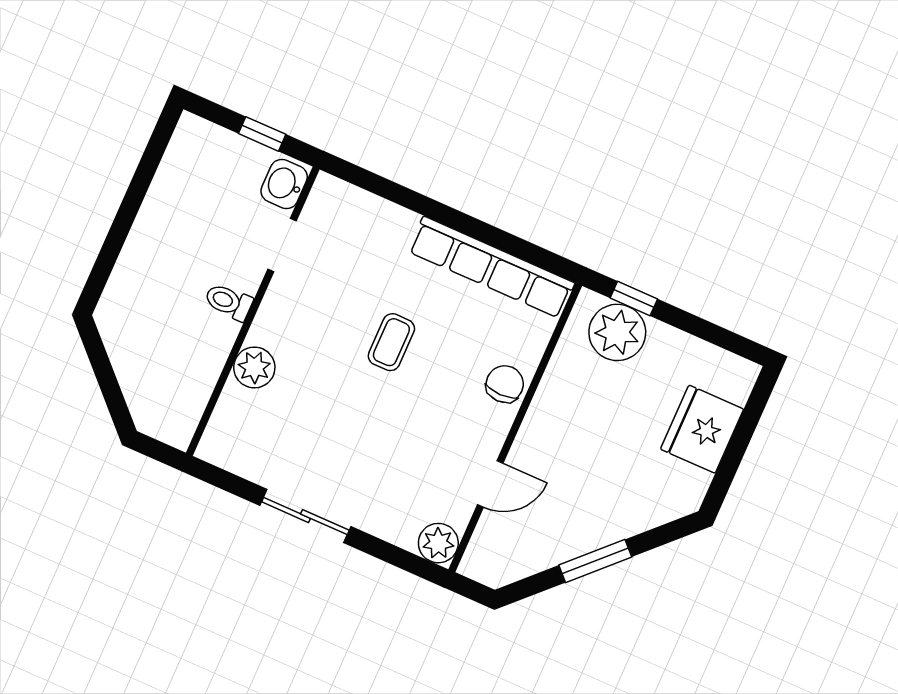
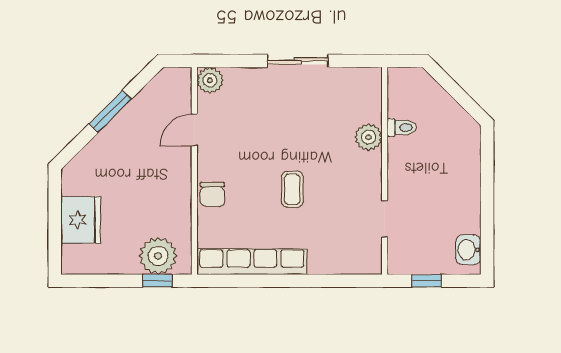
washbasin: (284, 184) -> (468, 250), moved, turned 180
toilet: (229, 302) -> (402, 127), moved

